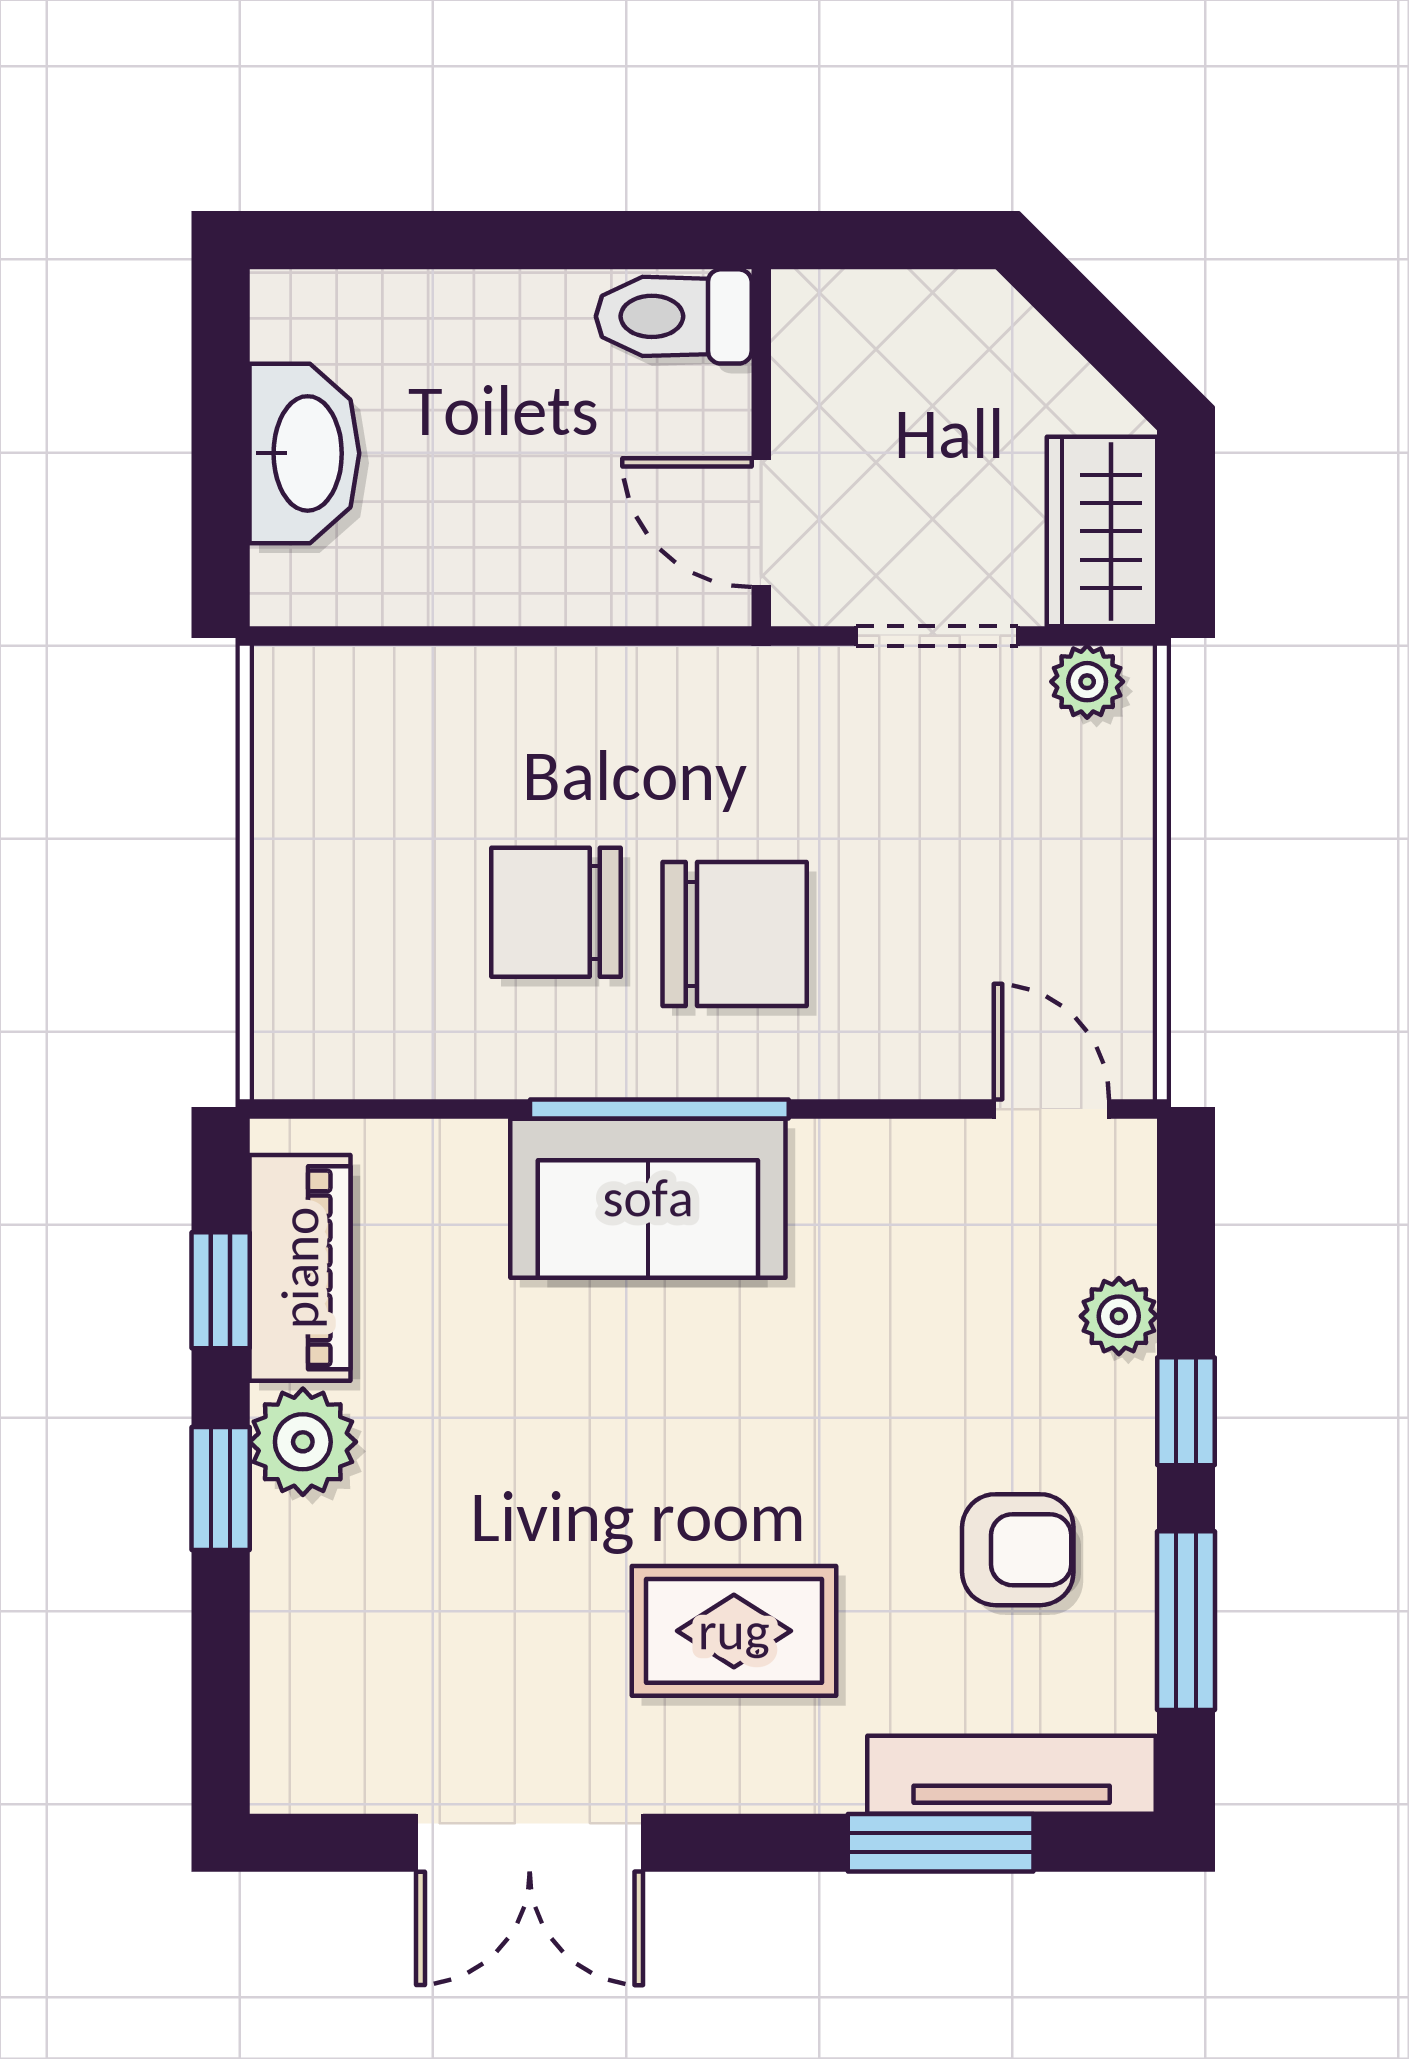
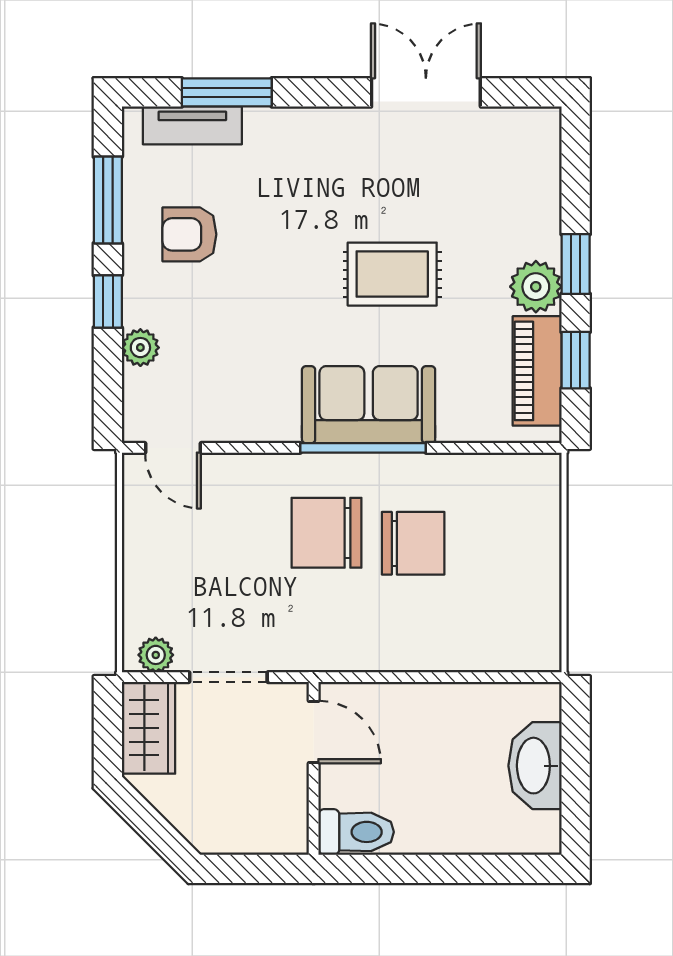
rug: (734, 1631) -> (392, 274), moved
tv unit: (1012, 1775) -> (192, 125), width x0.71

